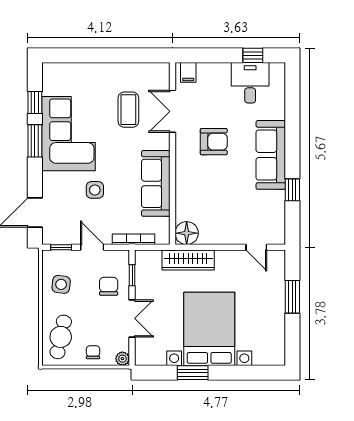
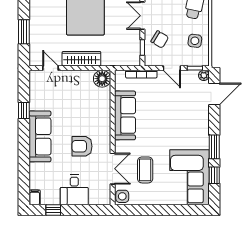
filing cabinet: (188, 72) -> (35, 197), moved
desk: (250, 83) -> (74, 190), moved
corner sofa: (68, 134) -> (189, 177), moved
side table: (95, 190) -> (122, 196), moved
plant: (49, 238) -> (204, 75), added
wardrobe: (188, 260) -> (81, 59), moved
chair: (109, 286) -> (160, 39), turned -59

